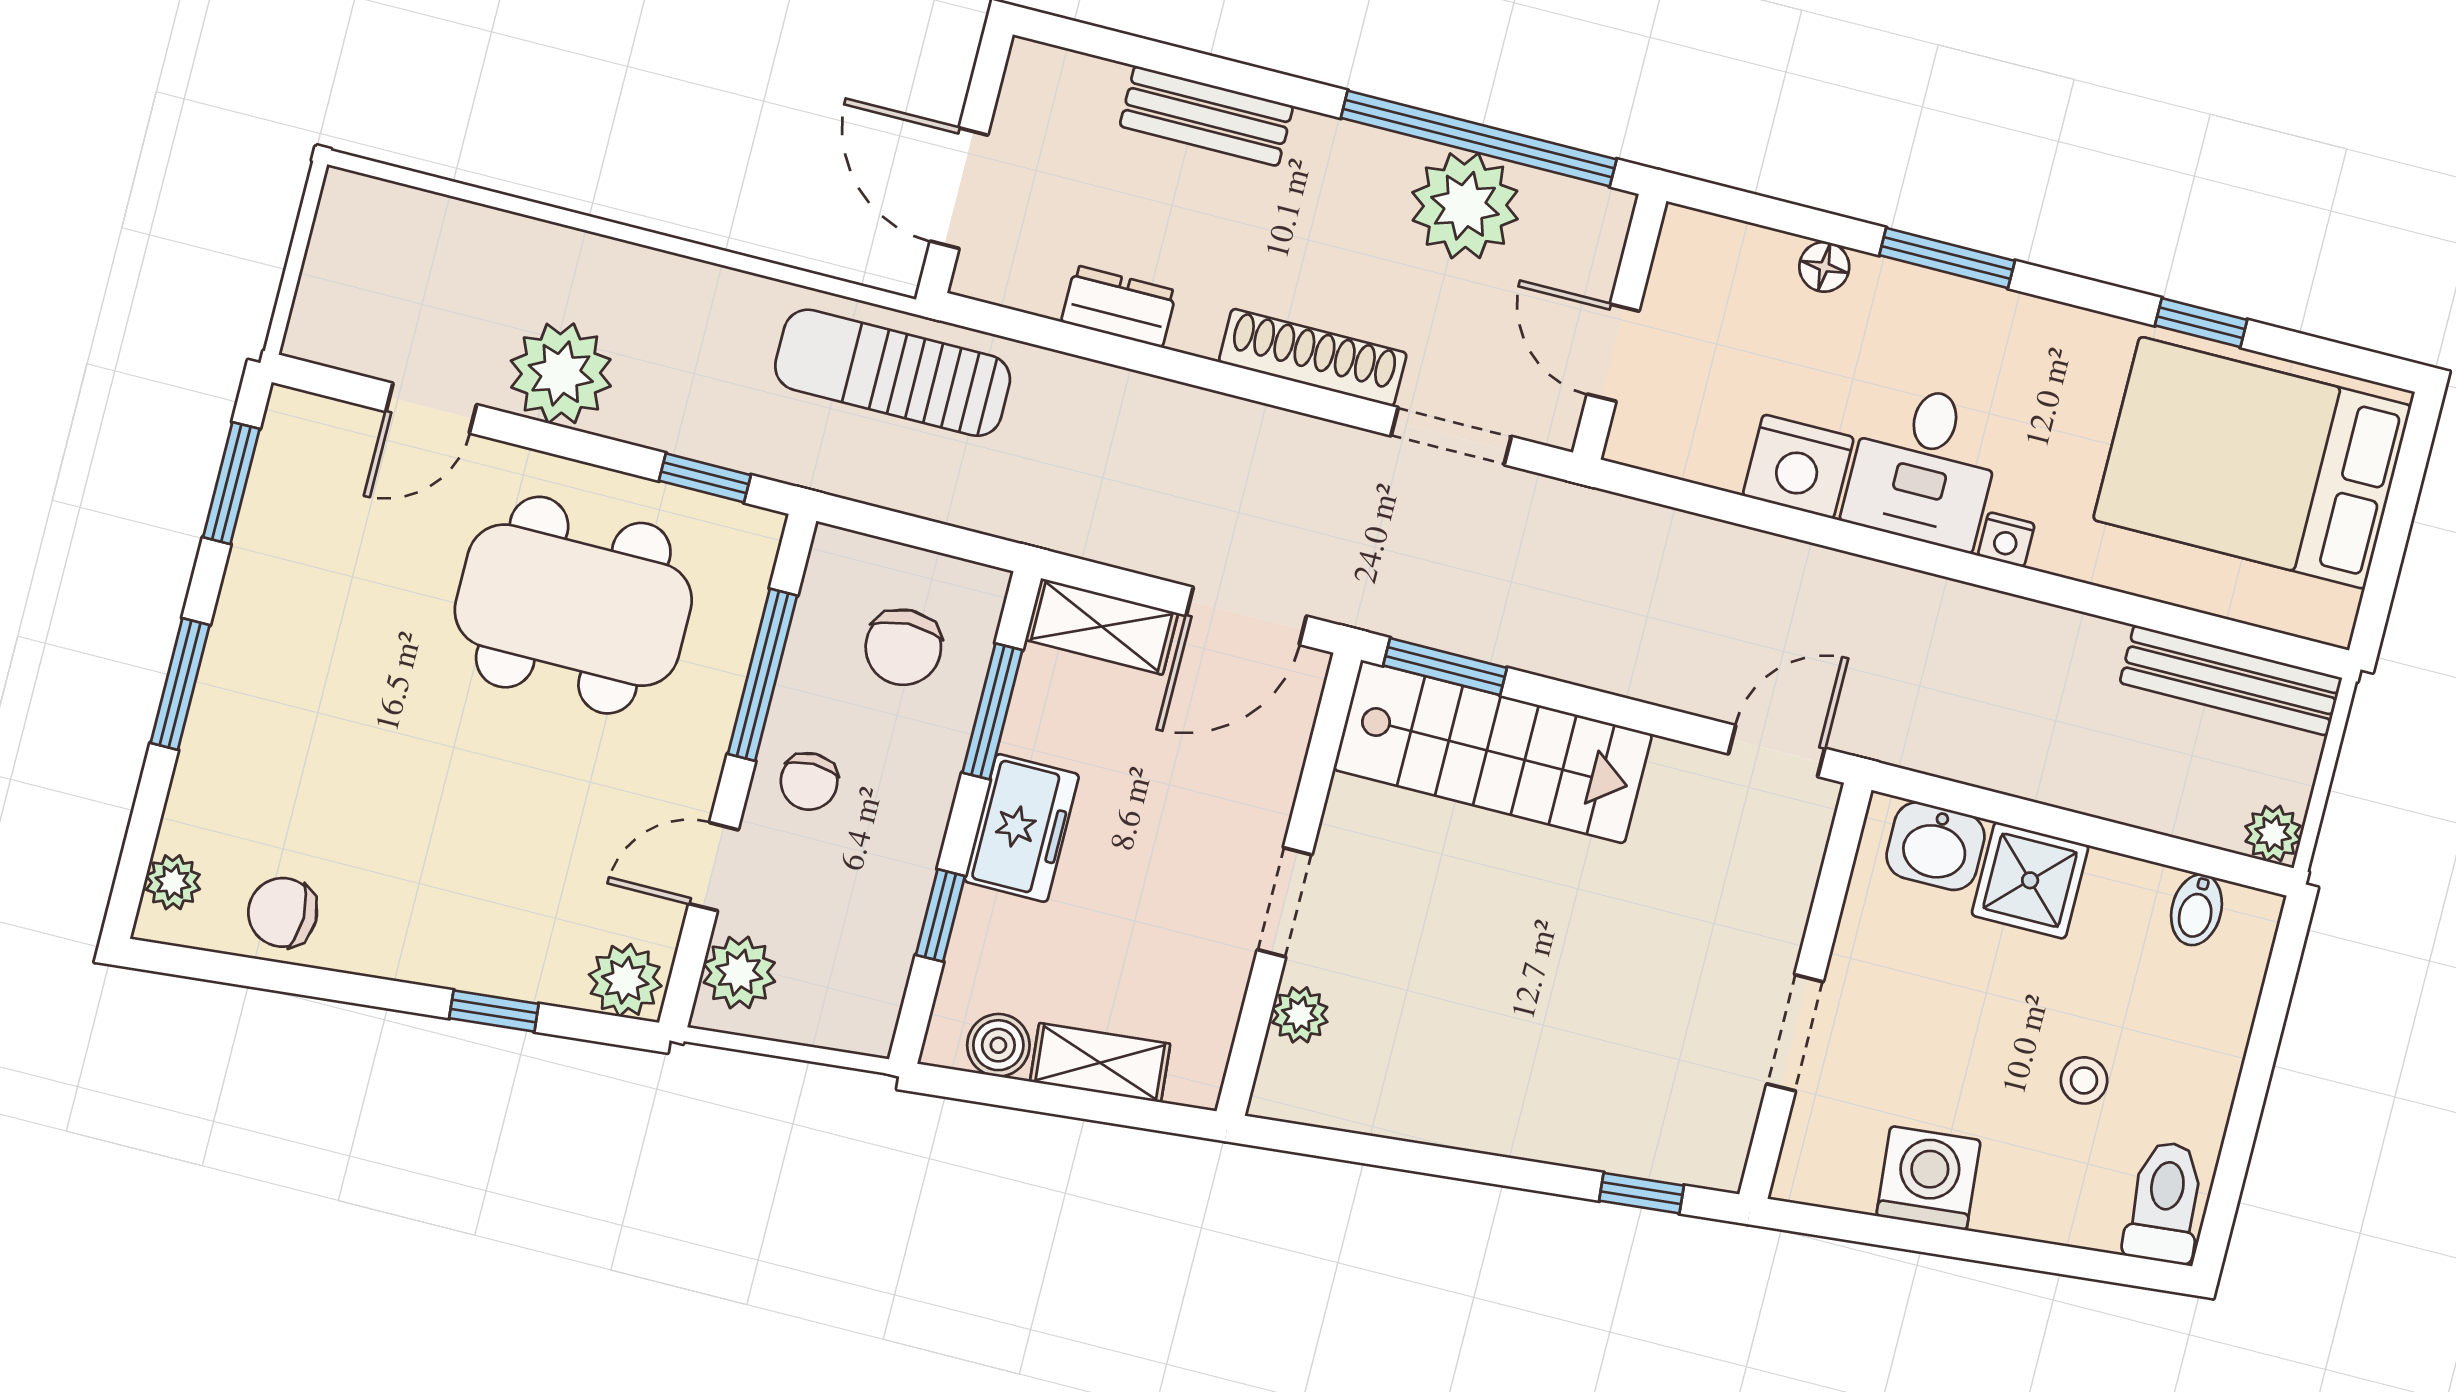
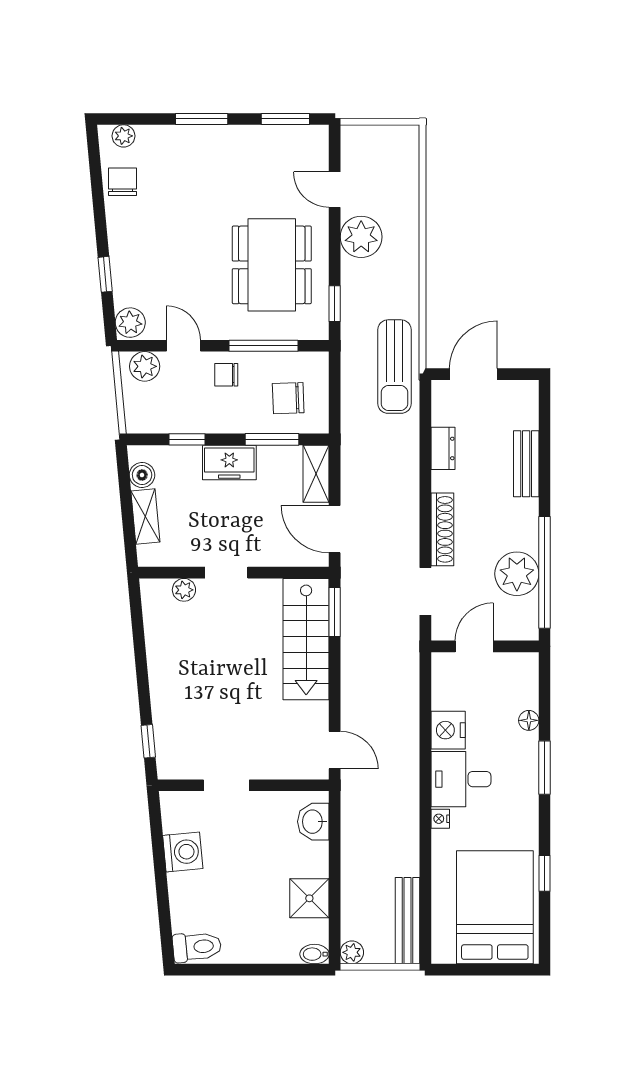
sun lounger: (893, 373) -> (394, 367), turned 180
shower: (2030, 880) -> (309, 898), moved
bidet: (2197, 910) -> (314, 954), moved
stool: (2084, 1080) -> (236, 903), removed

